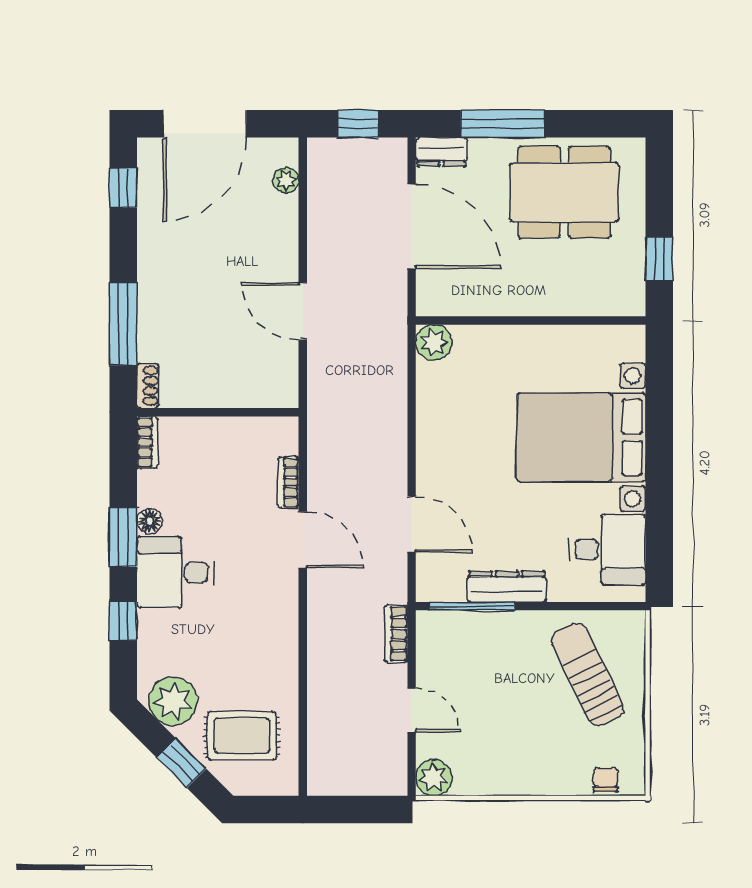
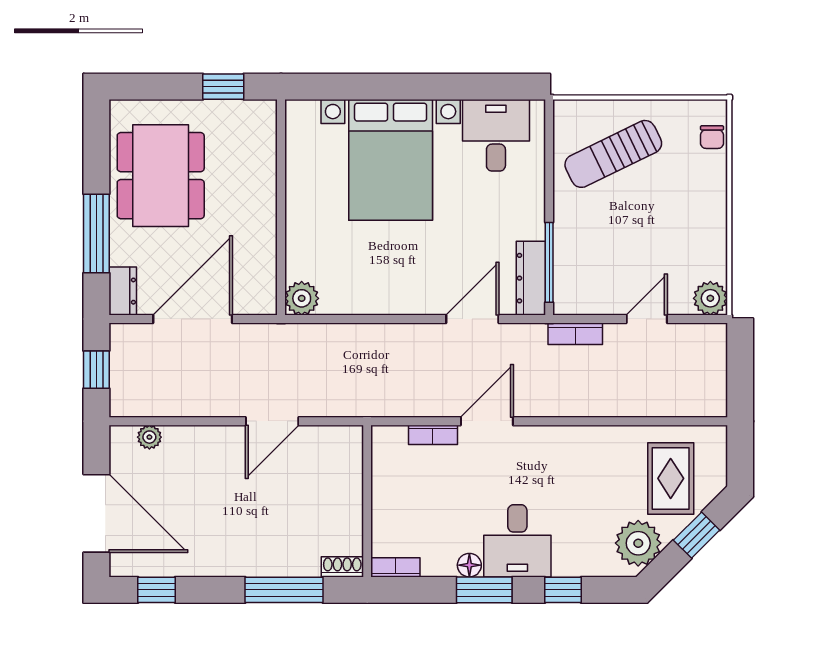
dresser: (507, 587) -> (531, 278), moved
chair: (606, 780) -> (712, 137), turned -90

